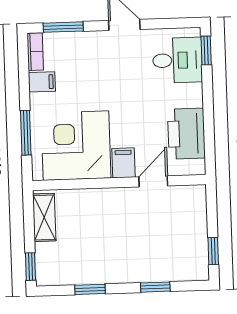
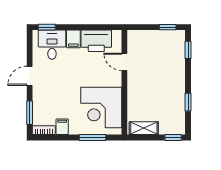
filing cabinet: (123, 163) -> (73, 39), moved, turned -90
window: (155, 287) -> (188, 50), moved

